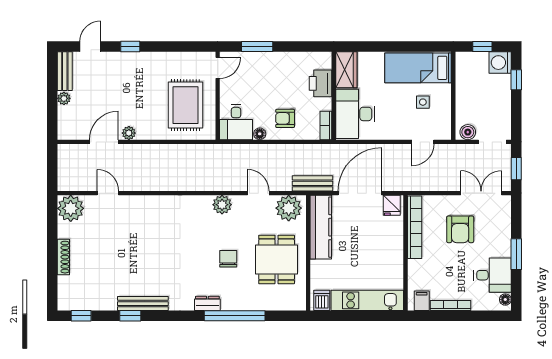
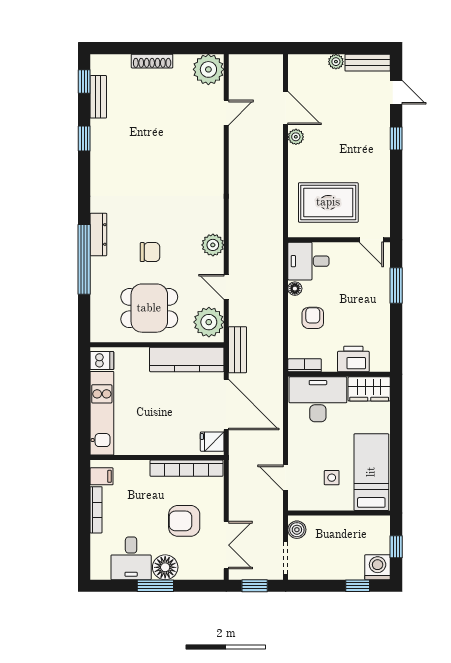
door: (258, 193) -> (226, 287), swing flipped
floor lamp: (505, 300) -> (165, 567), moved, width x1.89, depth x1.89
dresser: (207, 303) -> (98, 234), width x1.44
bench: (143, 304) -> (98, 97), moved, width x0.73

